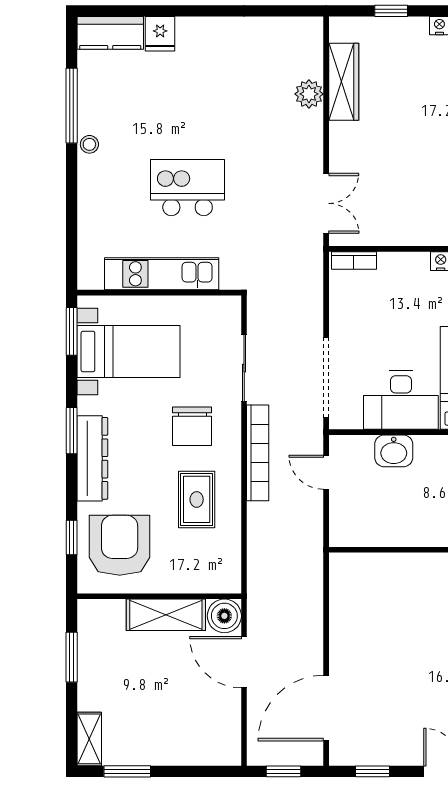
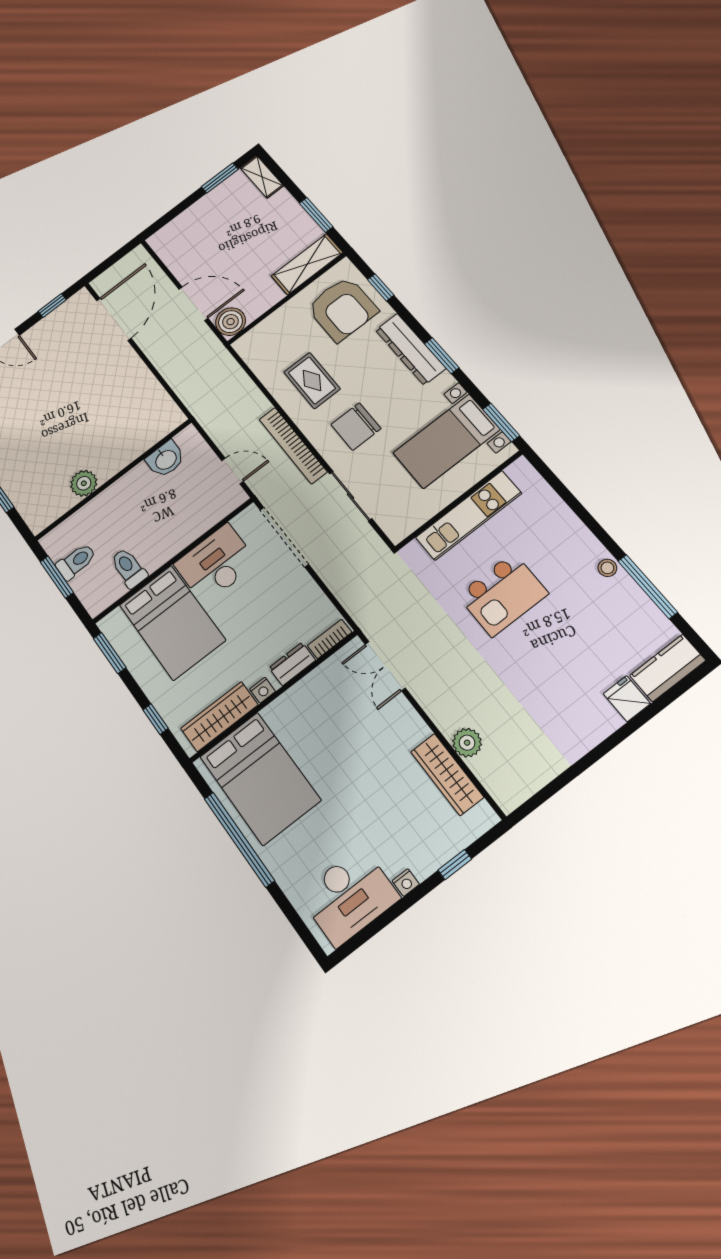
dresser: (400, 264) -> (292, 664), added
chair: (192, 426) -> (356, 427), turned -90
washbasin: (394, 451) -> (166, 459), moved, turned 180
shelving: (166, 615) -> (307, 264), moved
window: (283, 771) -> (113, 259), removed

